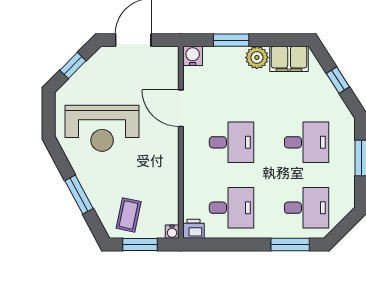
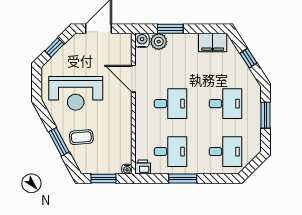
plant: (257, 58) -> (159, 42), moved
coffee table: (129, 215) -> (81, 137), moved, turned 73
window: (290, 245) -> (183, 178), moved

